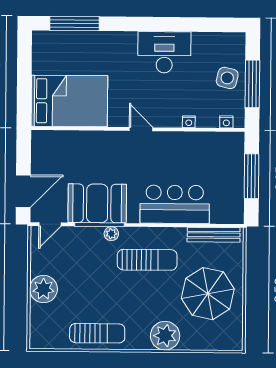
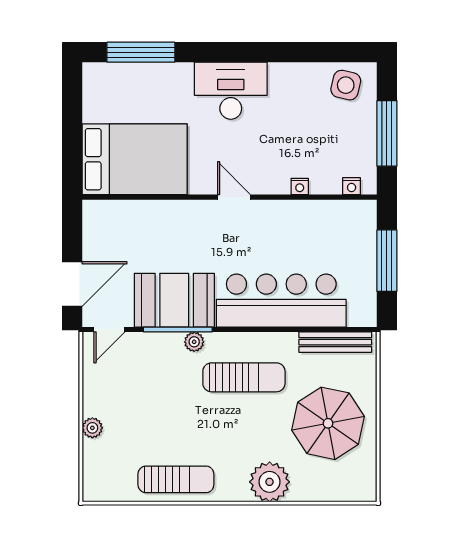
desk: (164, 52) -> (231, 91), moved
side table: (227, 78) -> (346, 85), moved
bar counter: (175, 204) -> (281, 301), width x1.36
plant: (43, 289) -> (92, 428), width x0.53, depth x0.53

